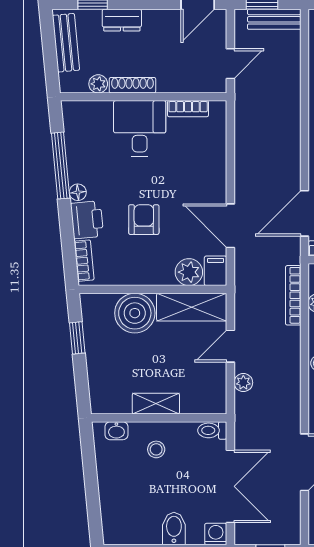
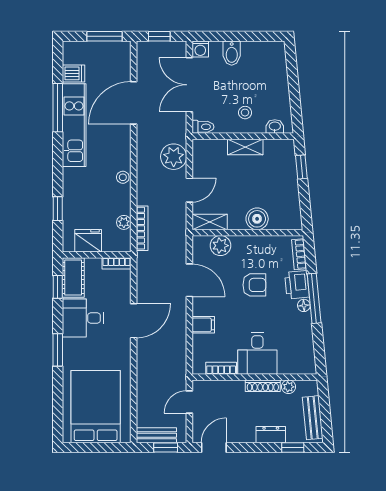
window: (61, 166) -> (314, 298), moved
door: (305, 213) -> (134, 321), moved
armchair: (144, 220) -> (254, 285), turned -90
filing cabinet: (216, 271) -> (203, 325), moved, turned -90
shelving: (192, 307) -> (210, 222), width x0.67, depth x0.75
boiler: (135, 313) -> (257, 219), width x0.73, depth x0.73
window: (77, 338) -> (301, 167), moved
plant: (243, 383) -> (174, 157), width x1.87, depth x1.87

